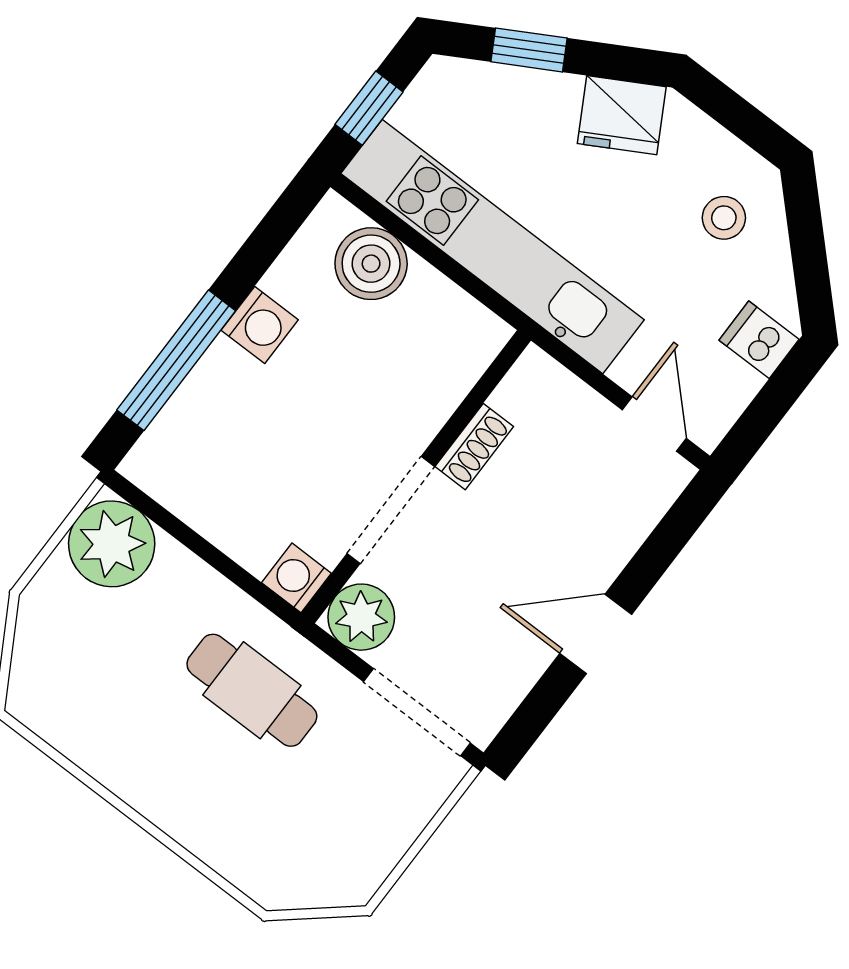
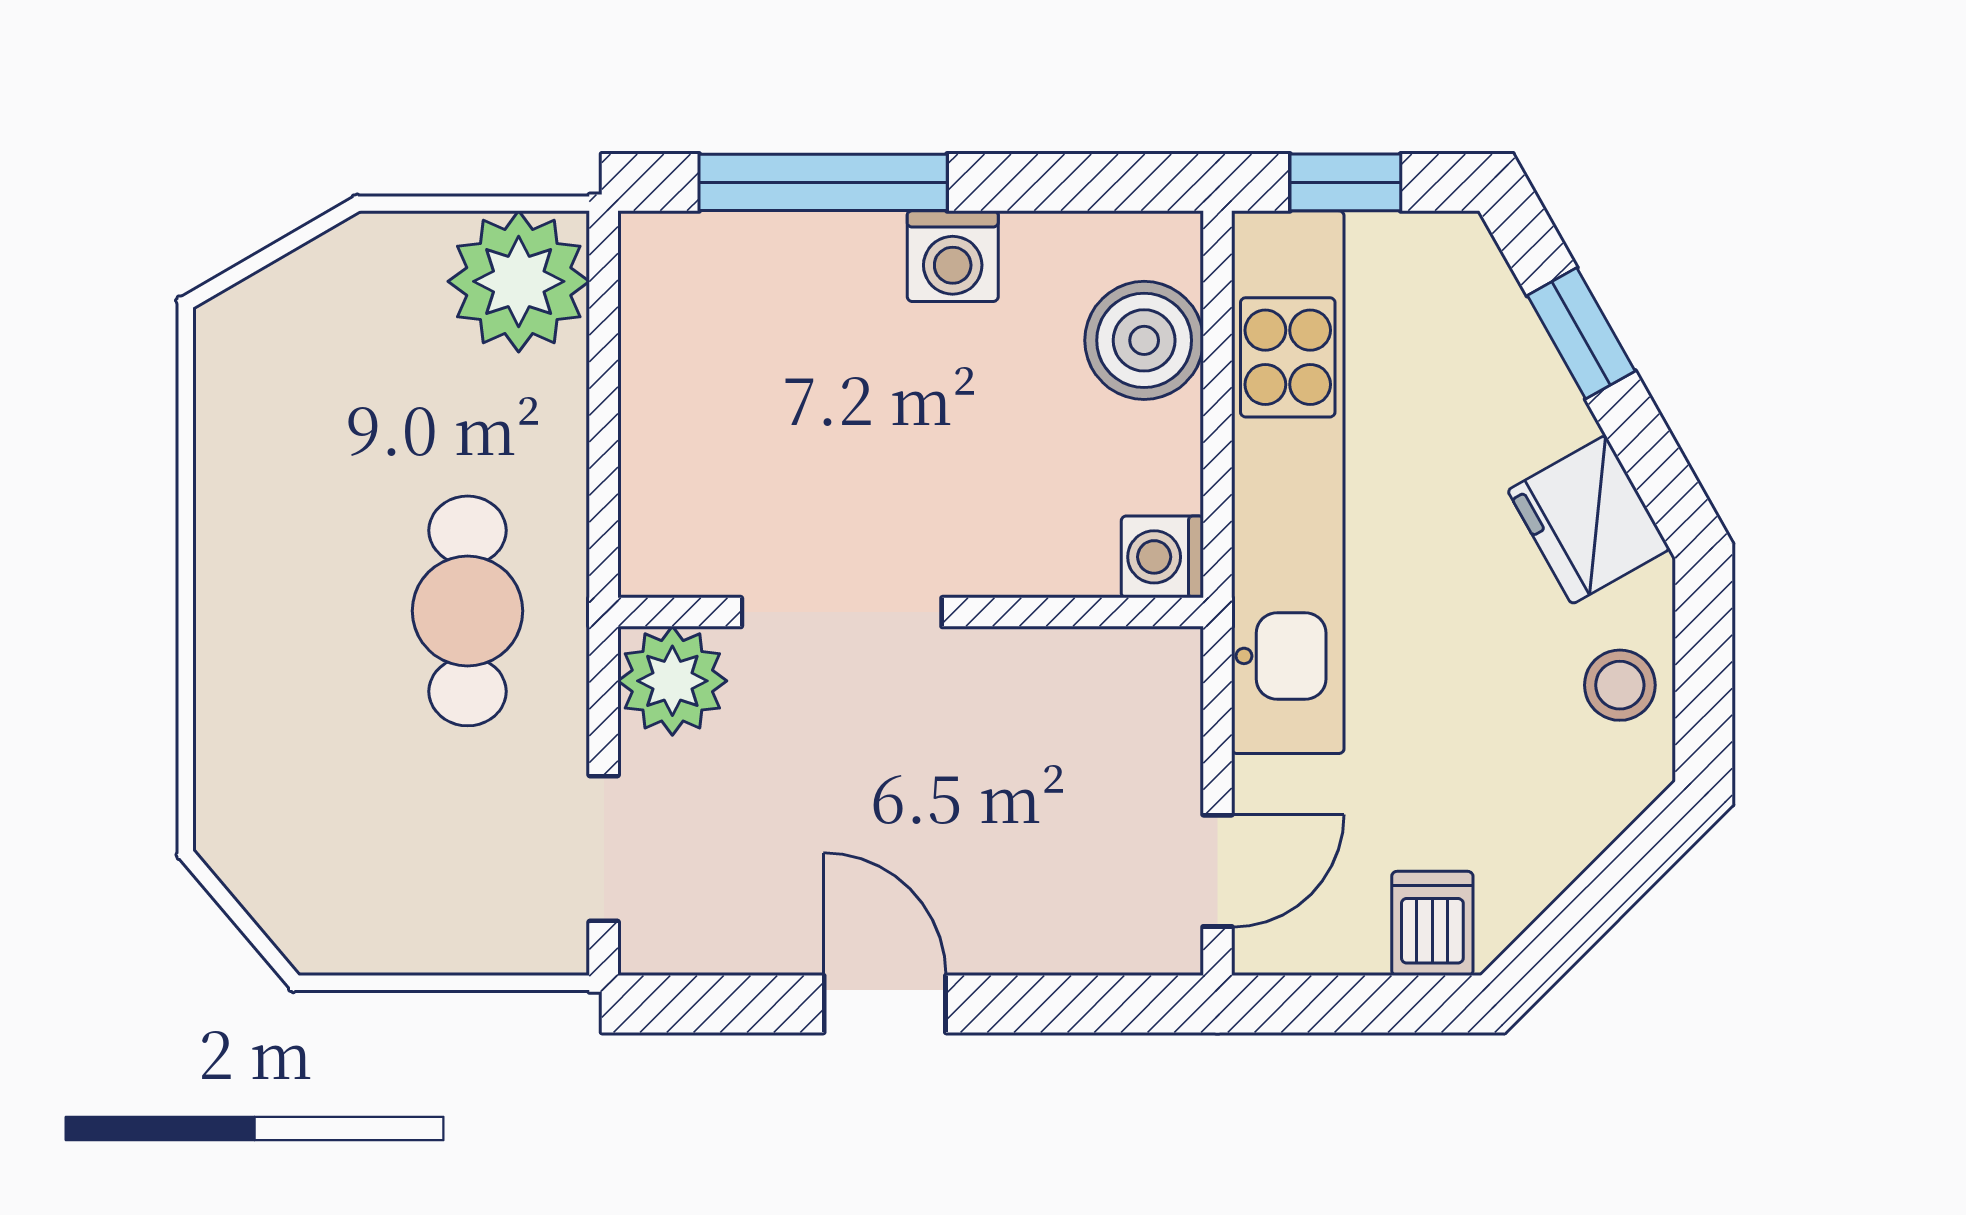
stool: (724, 218) -> (1620, 685), moved
shoe rack: (474, 447) -> (1008, 658), removed
washing machine: (296, 578) -> (1162, 557), moved, turned -90
doorway: (417, 712) -> (604, 849), width x0.73

